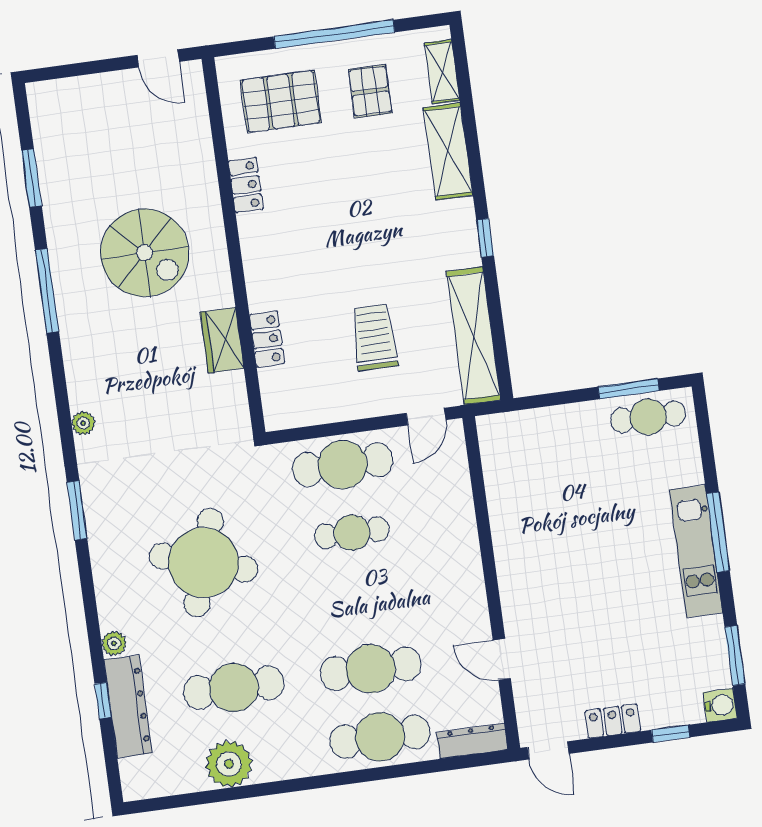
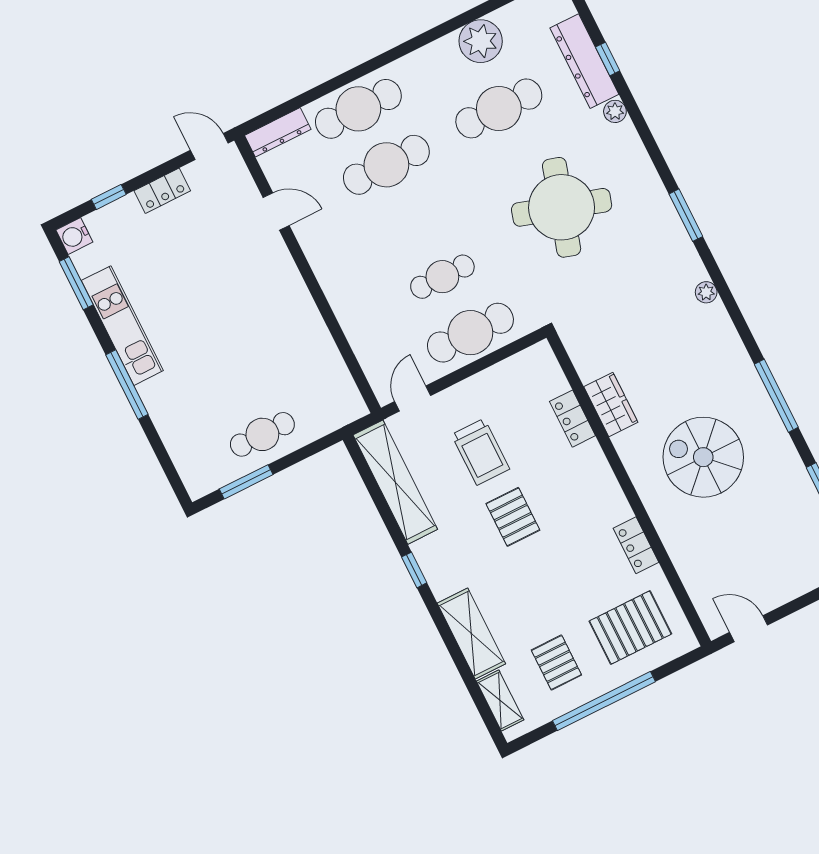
pallet: (364, 258) -> (513, 517), added
cafe table: (648, 417) -> (262, 434), moved
kitchen unit: (696, 551) -> (122, 326), moved

